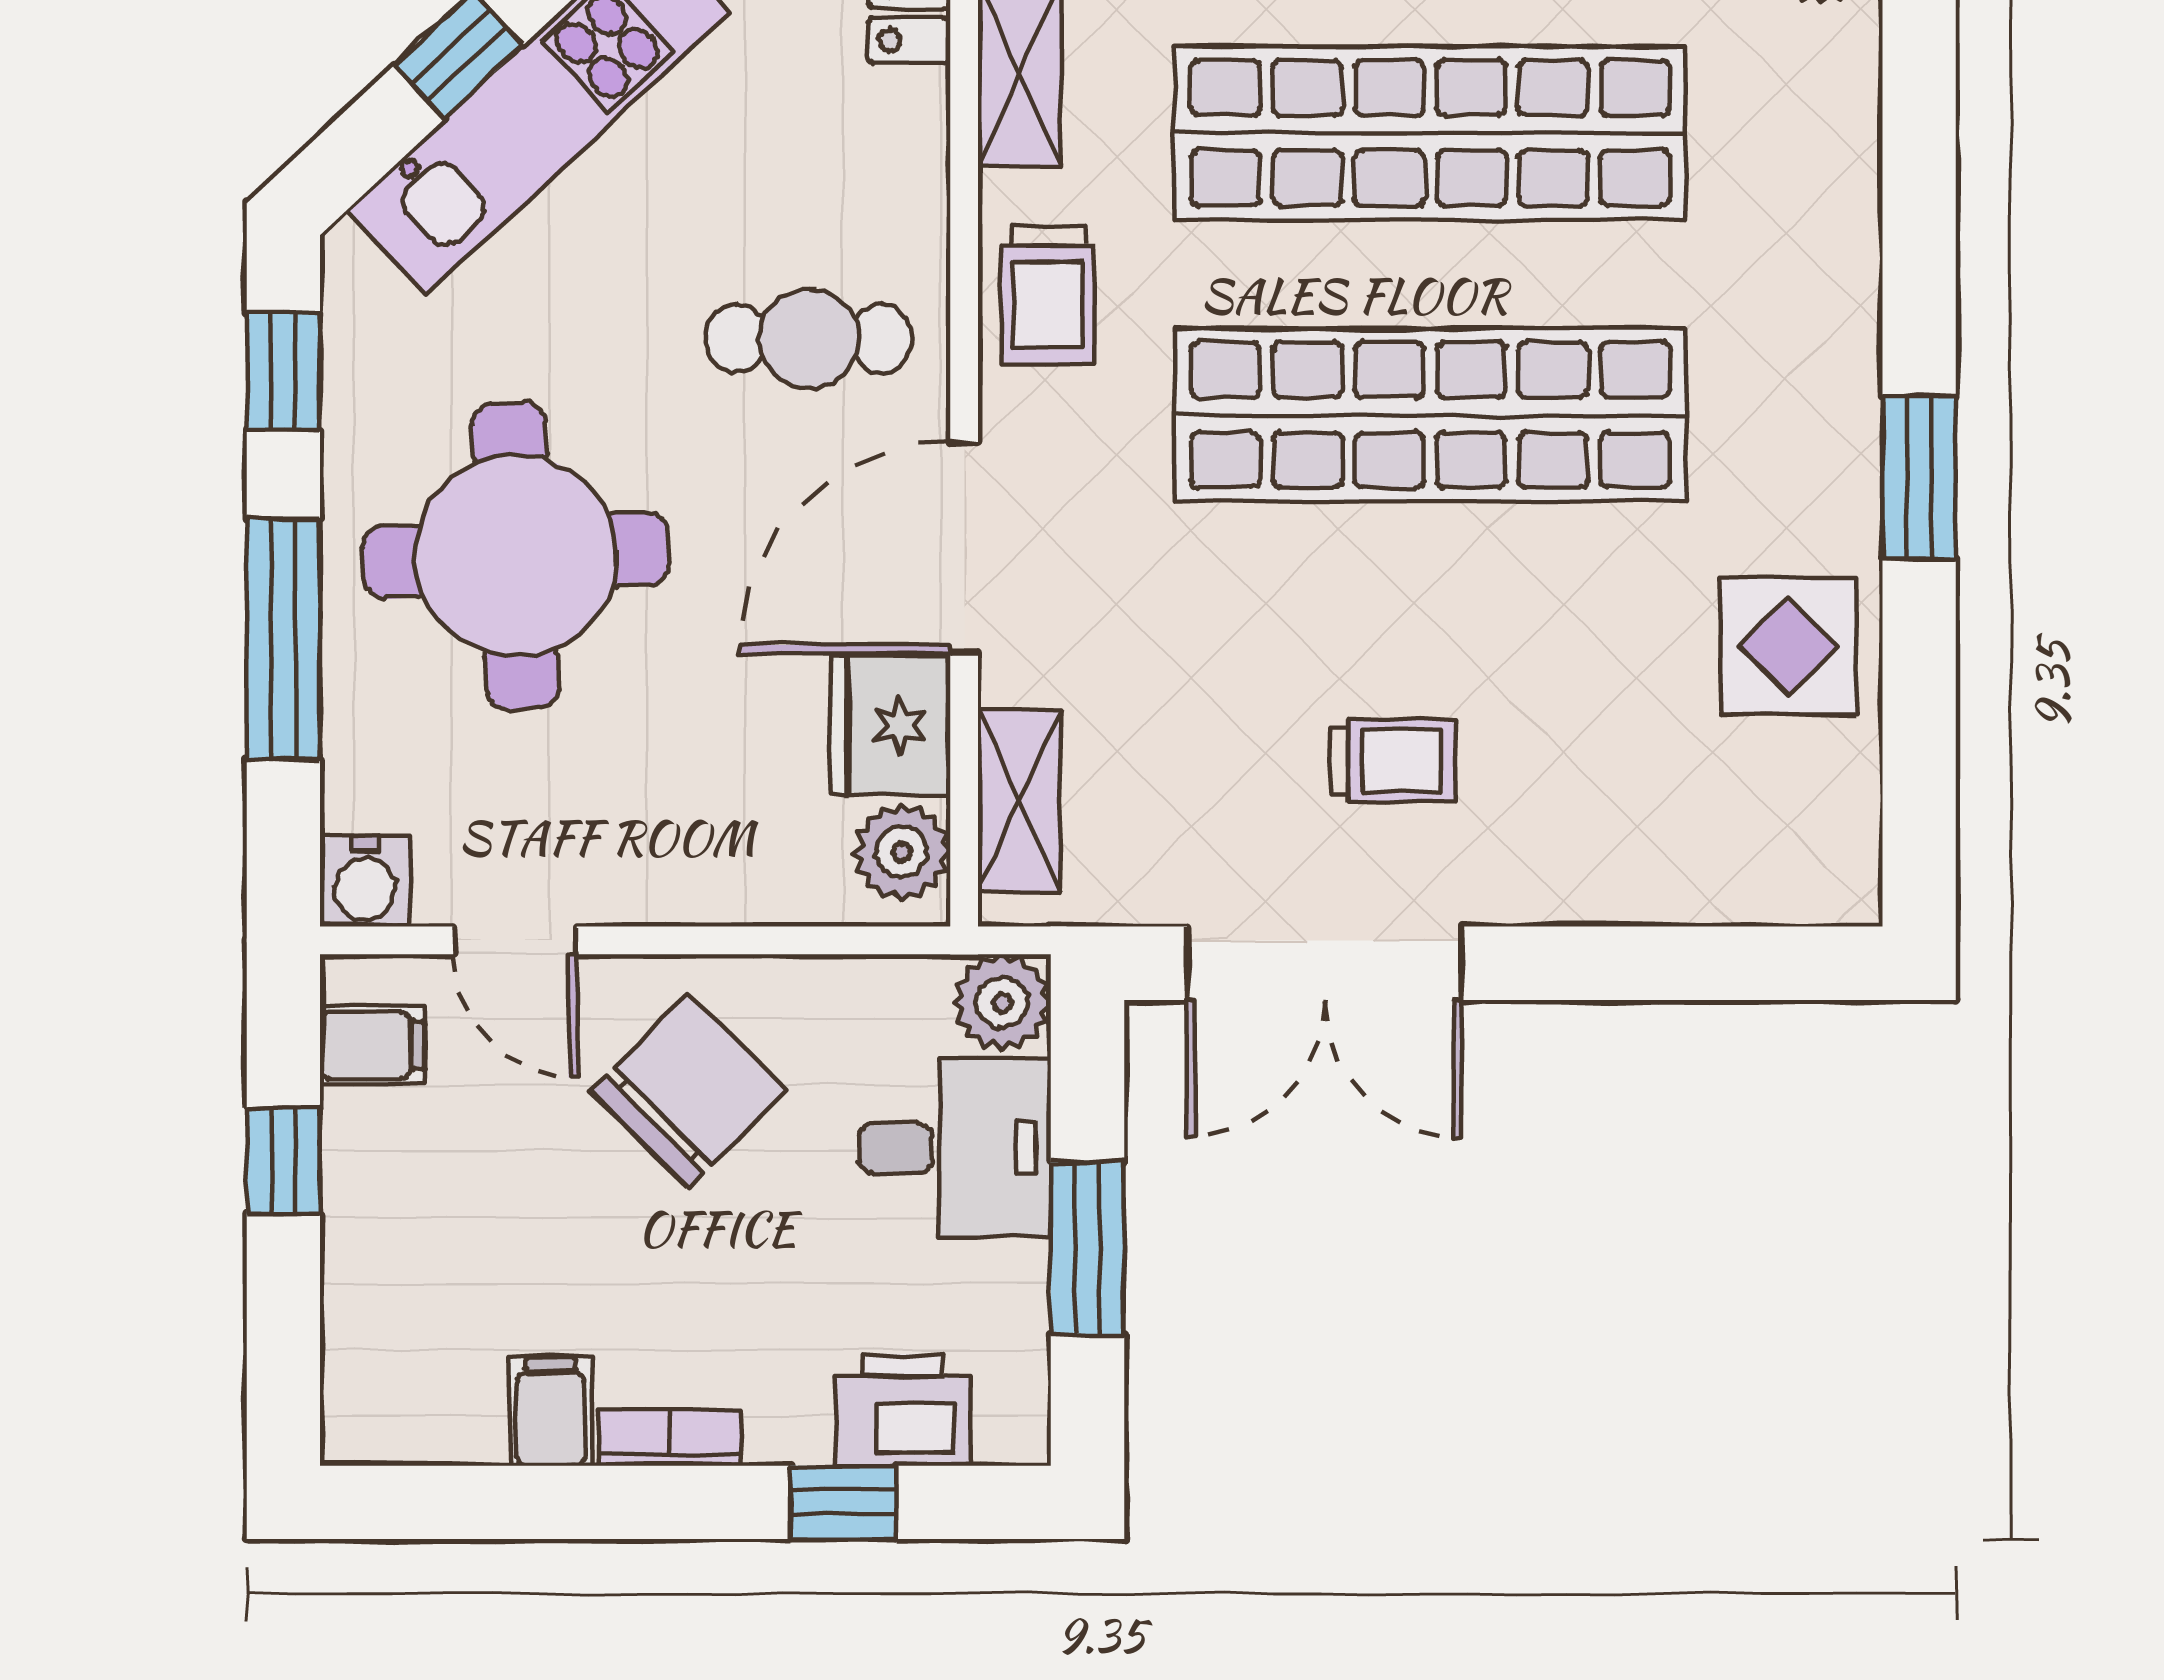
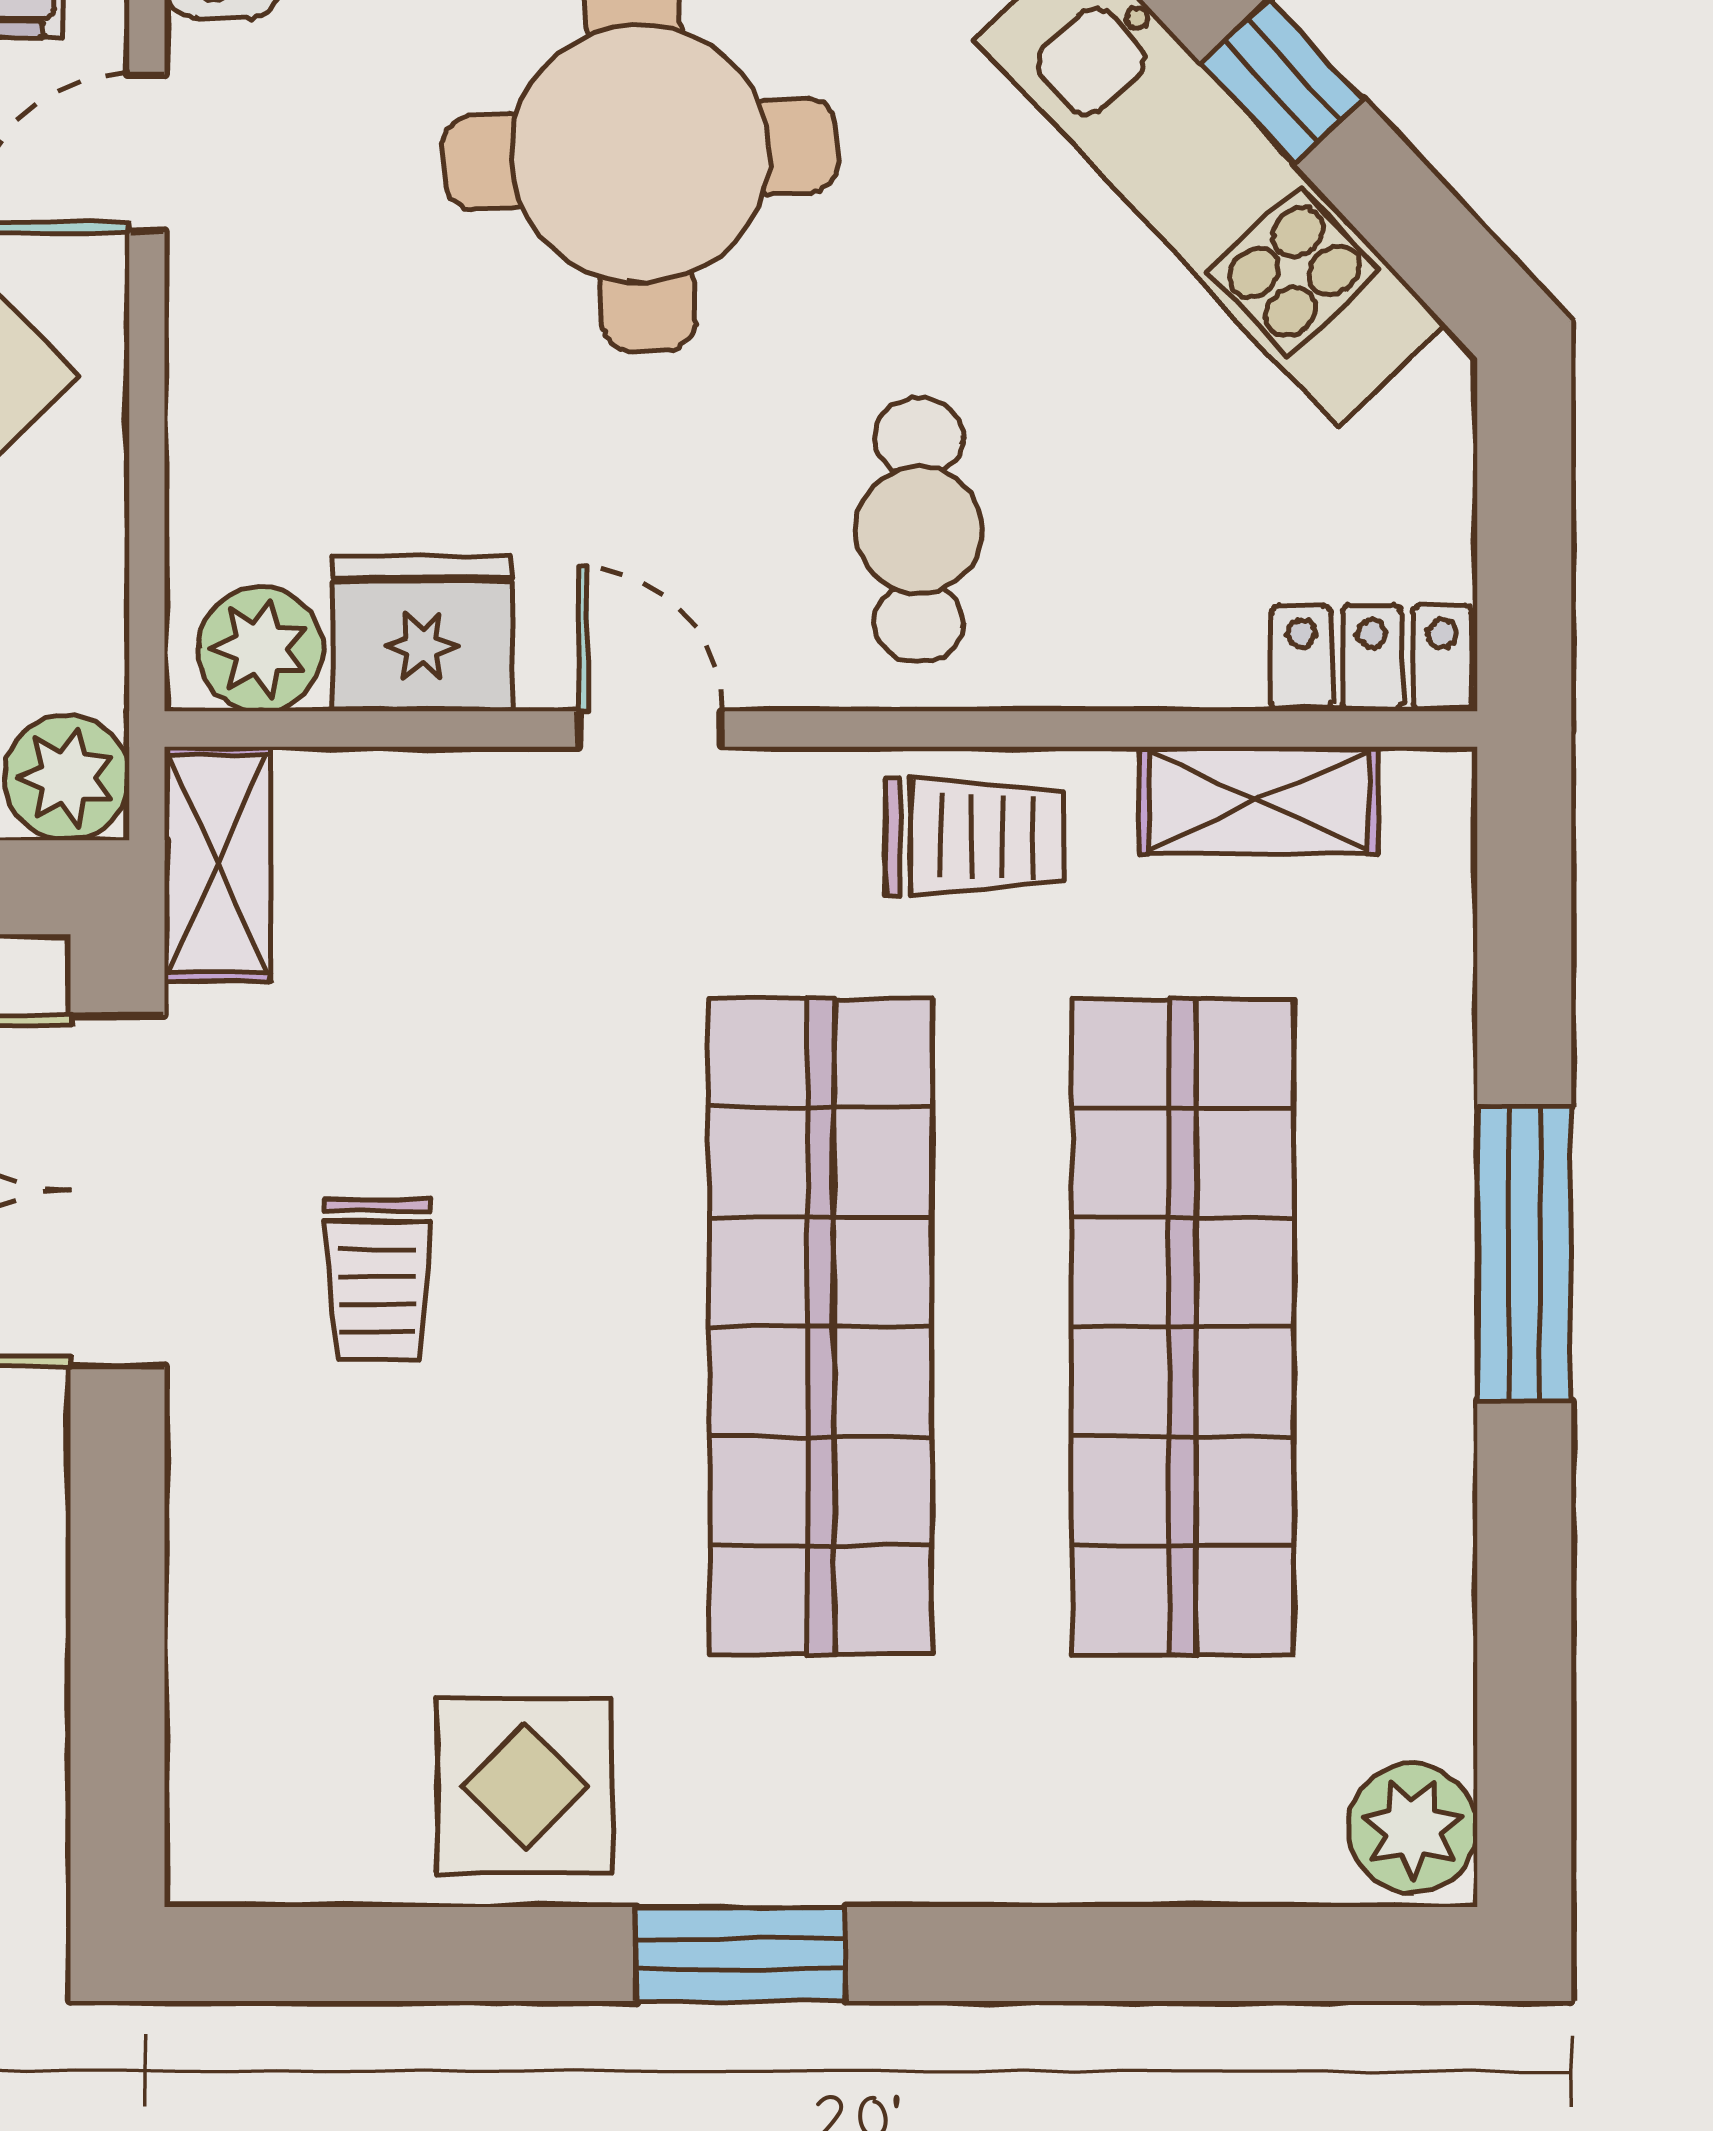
trolley: (1048, 295) -> (975, 837), turned 180
door: (964, 548) -> (650, 729), width x0.53
shelving: (1019, 800) -> (217, 864), moved, turned 90

